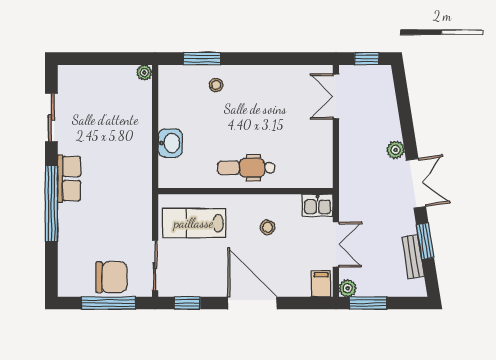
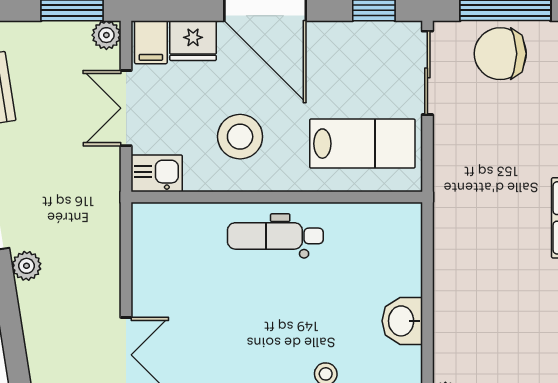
washbasin: (170, 143) -> (402, 321), moved
dental chair: (246, 168) -> (275, 236), turned 180
stool: (267, 227) -> (240, 137), width x1.89, depth x1.89
fridge: (296, 285) -> (193, 41), added

